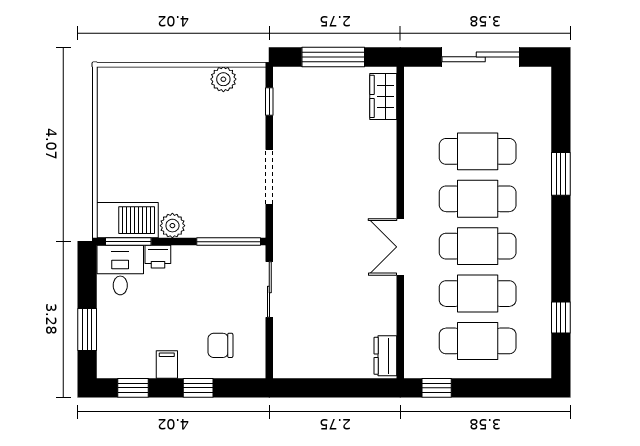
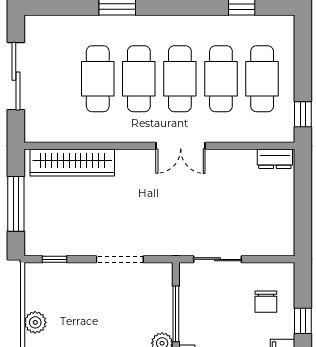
plant: (223, 79) -> (35, 322), moved
wardrobe: (383, 96) -> (72, 163), width x2.10, depth x1.17
window: (229, 242) -> (176, 314), moved

